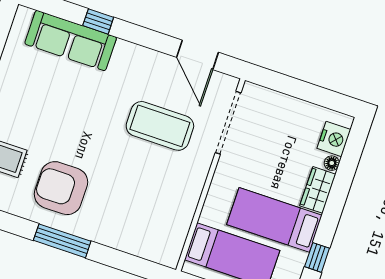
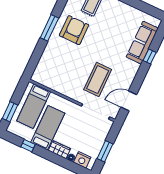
window: (310, 93) -> (105, 151), added

